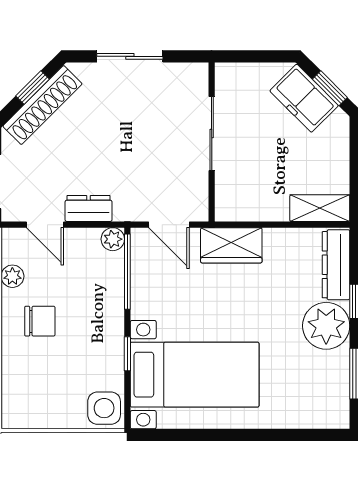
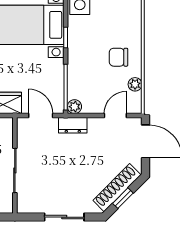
dresser: (89, 208) -> (73, 125), moved
door: (45, 225) -> (115, 115), hinge flipped

